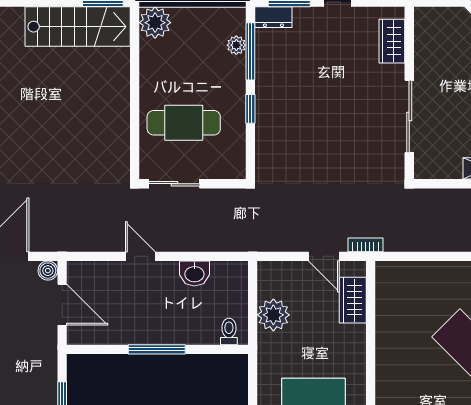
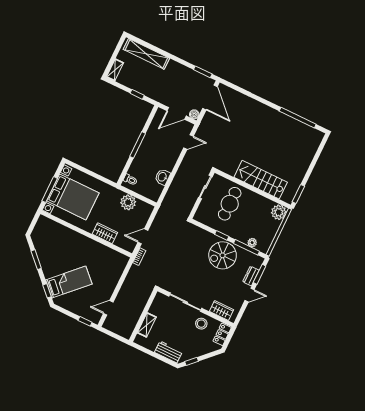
dresser: (273, 17) -> (251, 276), moved
locker: (436, 18) -> (222, 334), added
stairs: (78, 27) -> (261, 180), moved, turned 90
stool: (435, 67) -> (201, 324), added
spiral stairs: (287, 89) -> (223, 255), added
door: (140, 256) -> (188, 142), moved
wardrobe: (353, 300) -> (105, 233), moved

